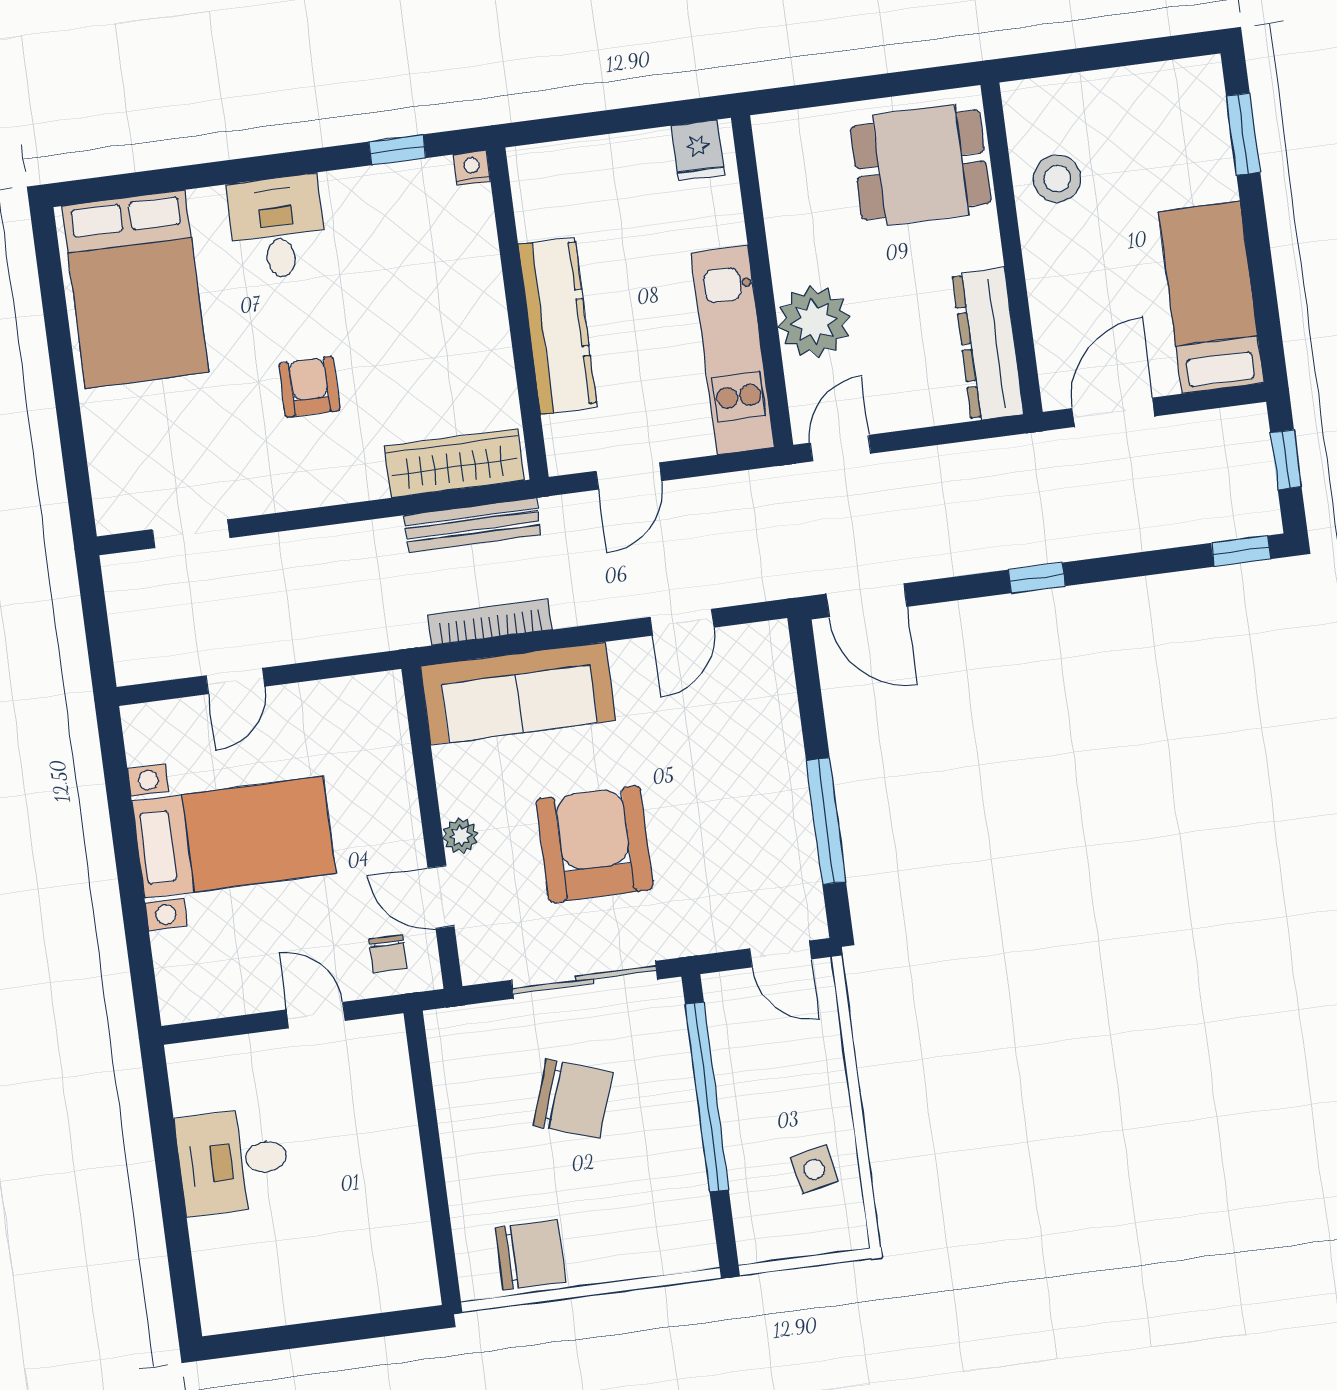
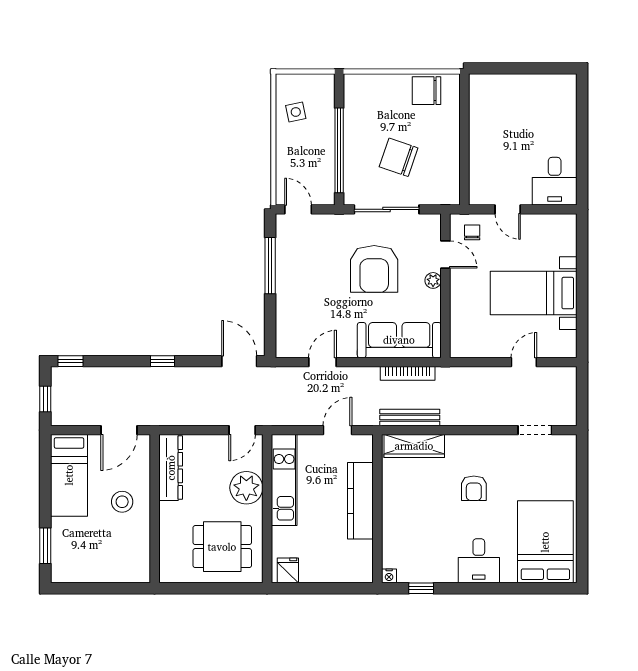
dining table: (921, 165) -> (222, 547), moved
stool: (1057, 179) -> (122, 502), moved
desk: (233, 1161) -> (555, 181), moved, turned 90

